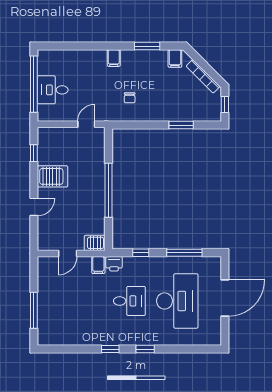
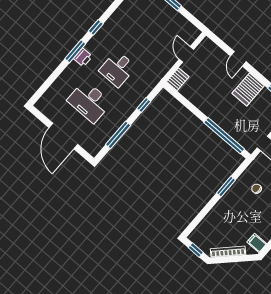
window: (181, 125) -> (226, 187), moved
window: (109, 190) -> (224, 136), moved
printer: (114, 264) -> (83, 57), moved, turned 180
filing cabinet: (98, 265) -> (160, 69), removed
desk: (177, 301) -> (89, 102), width x0.73, depth x0.77
window: (145, 349) -> (75, 51), width x1.50

